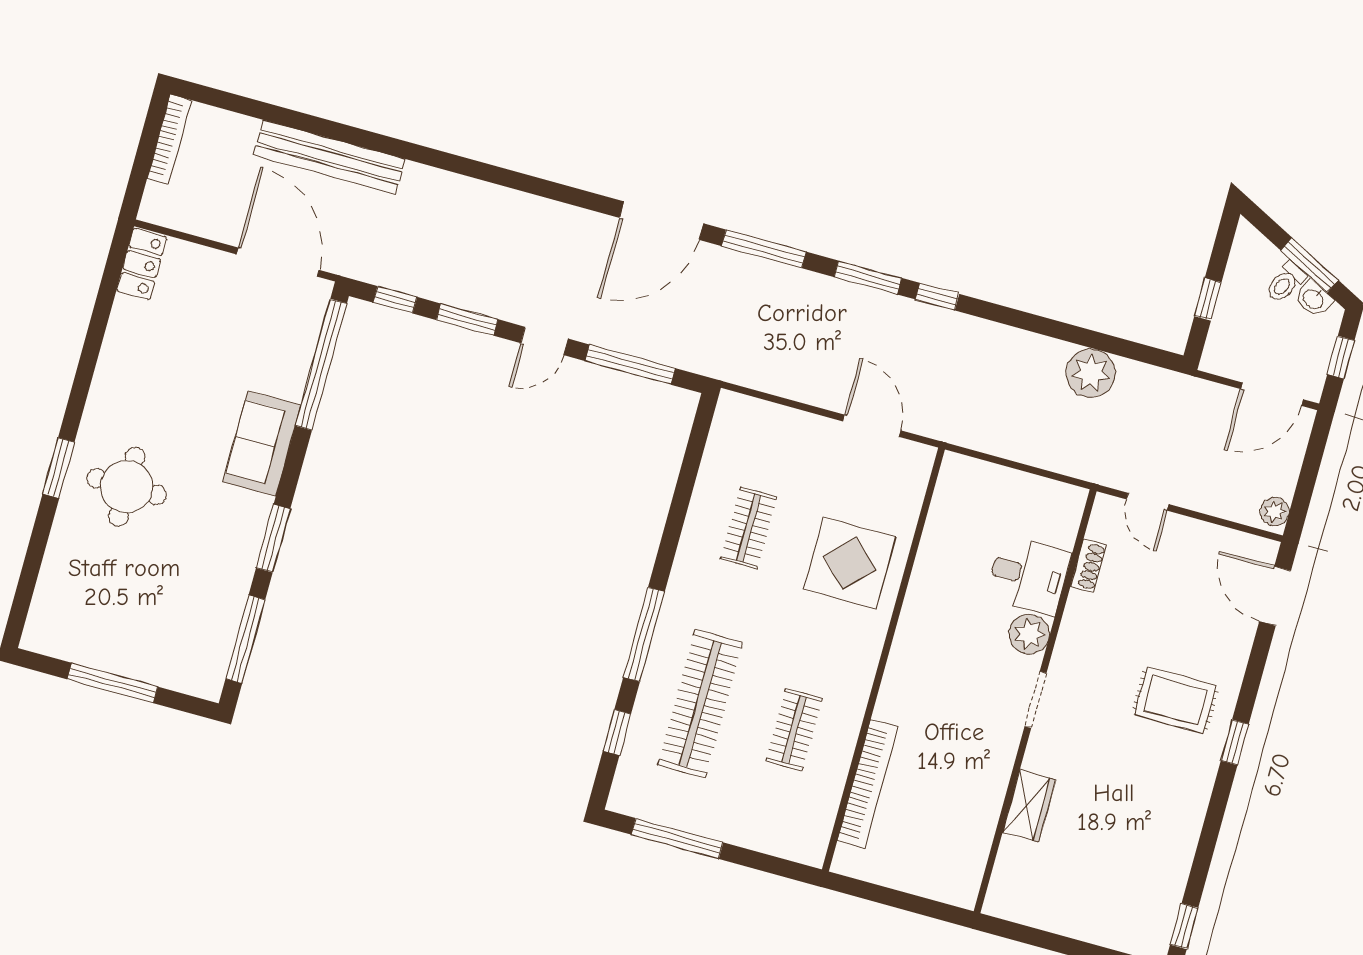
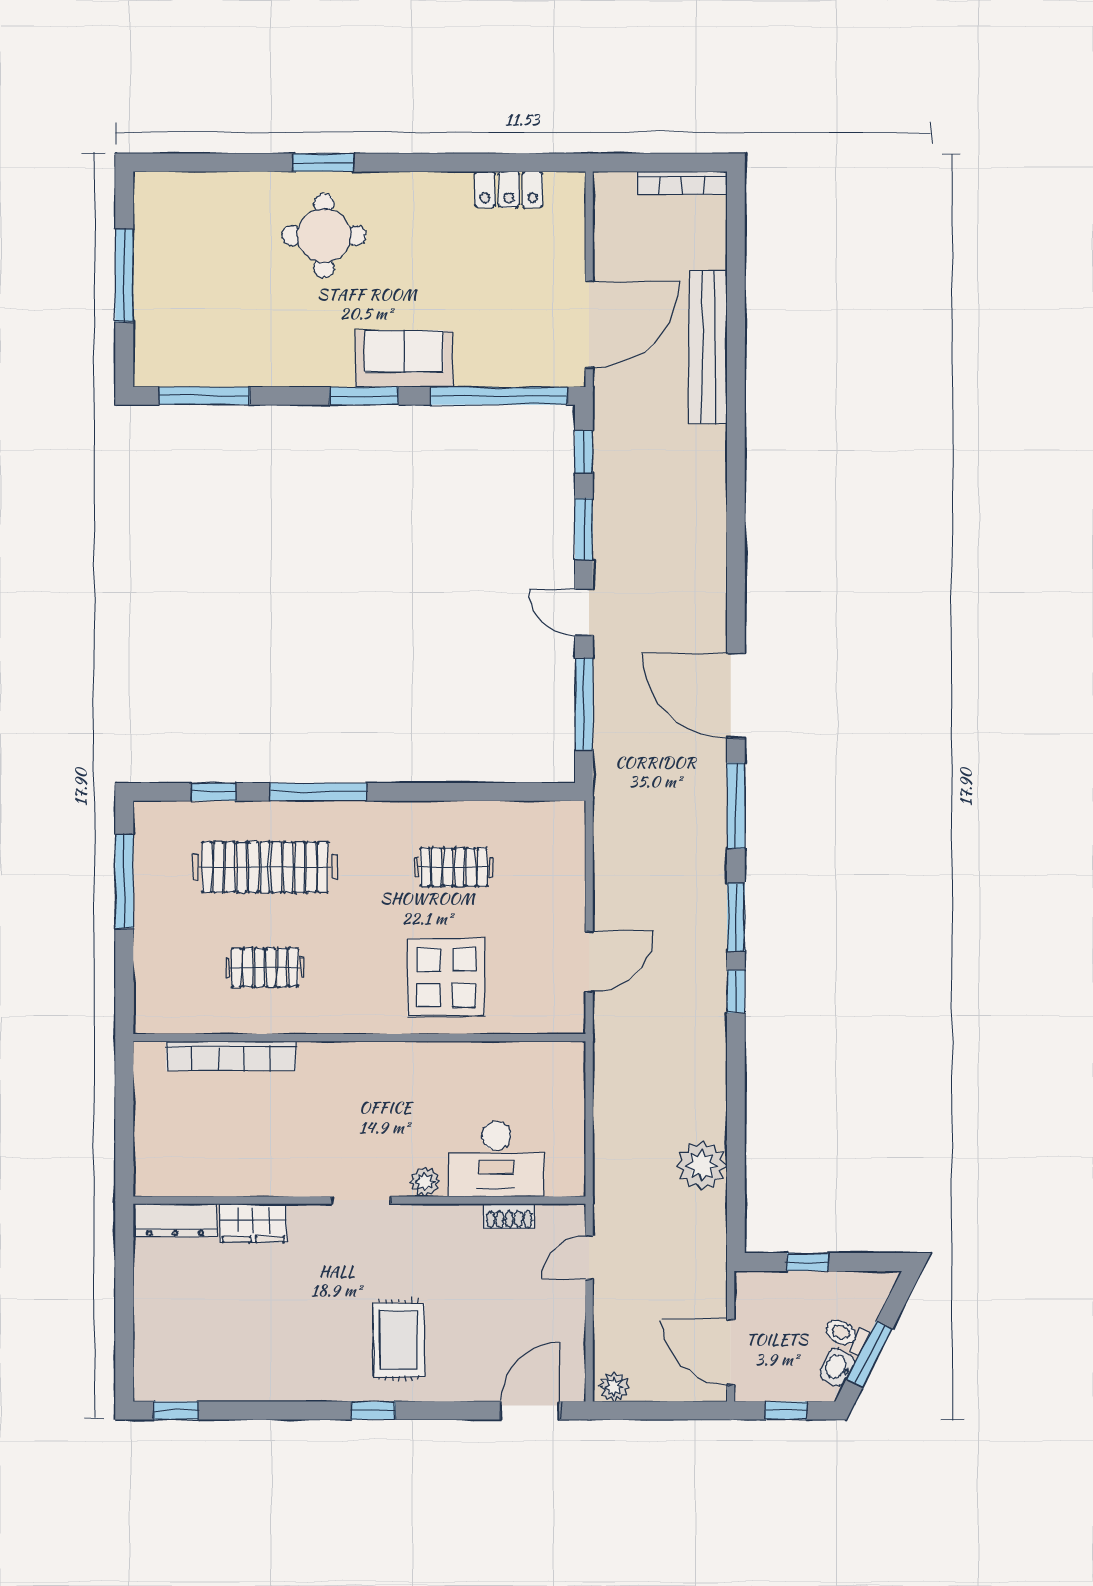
locker: (142, 264) -> (509, 189), moved
window: (273, 538) -> (364, 396), moved
desk: (1028, 575) -> (496, 1159), width x1.37
plant: (1029, 634) -> (425, 1182), width x0.73, depth x0.73
dresser: (1006, 878) -> (175, 1220), added

